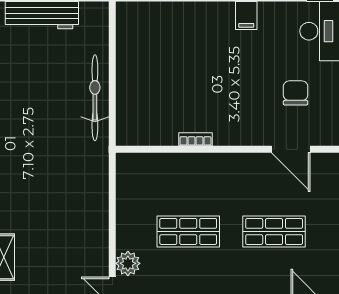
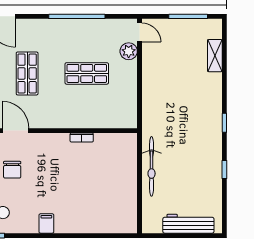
shop shelf: (274, 231) -> (27, 73), turned 90

